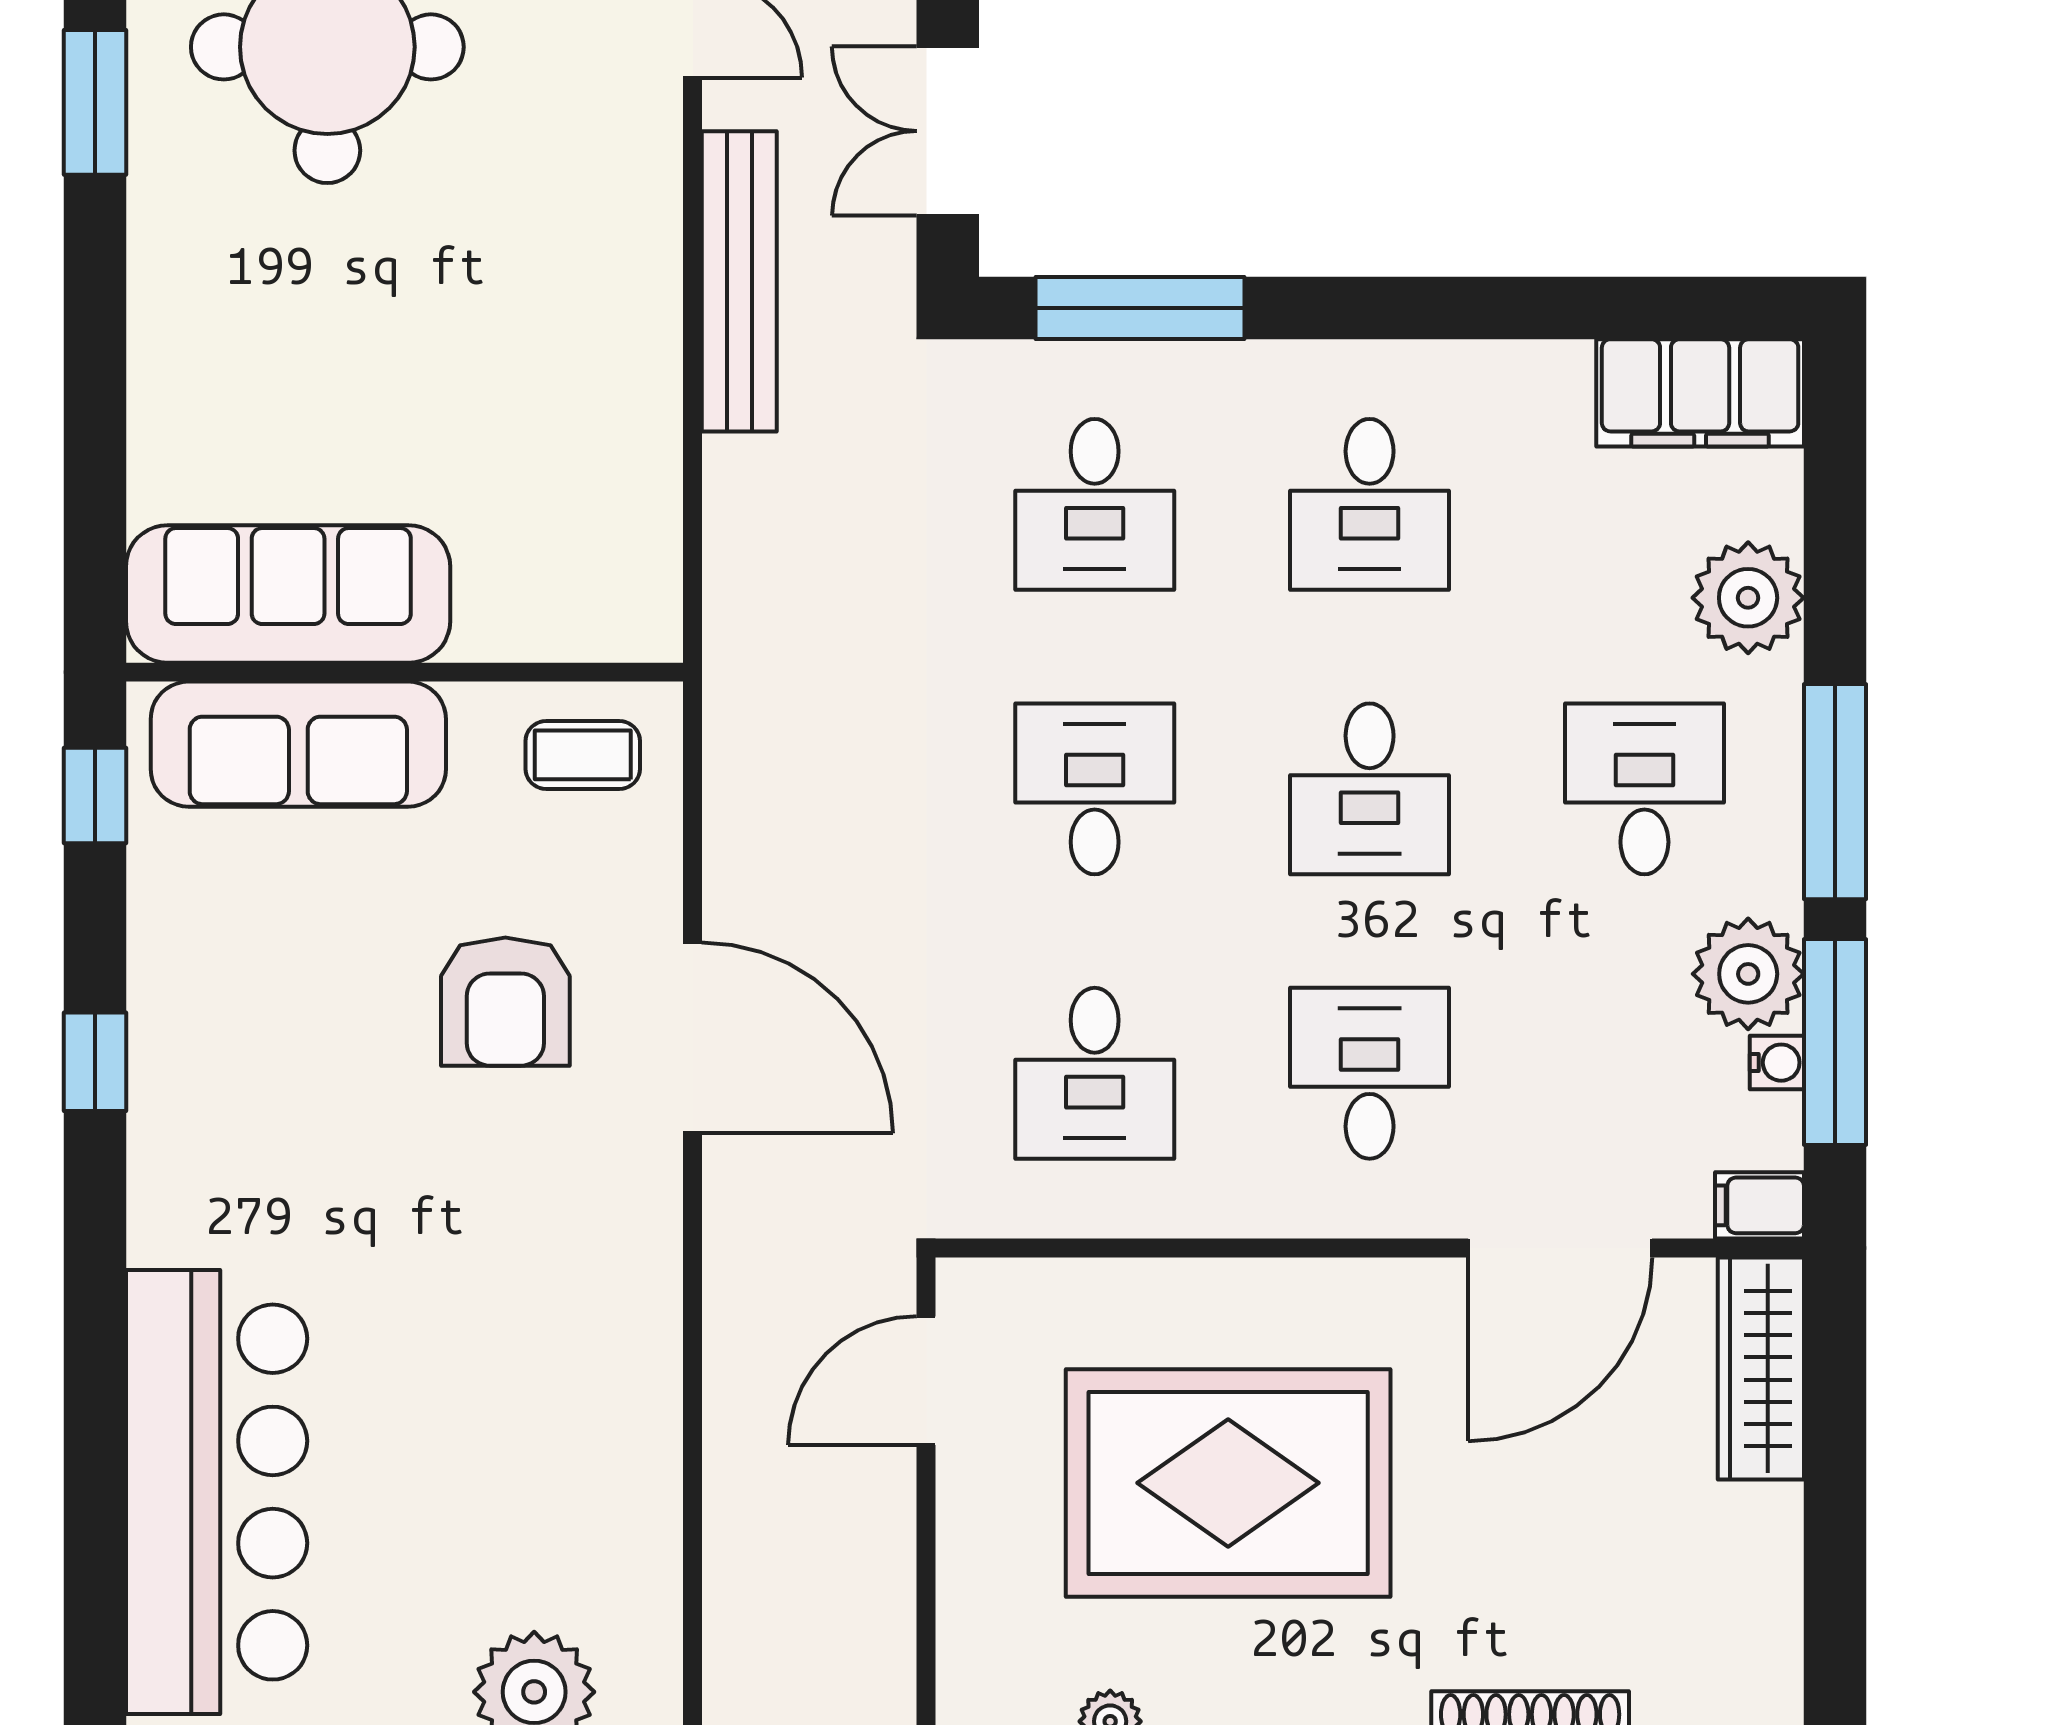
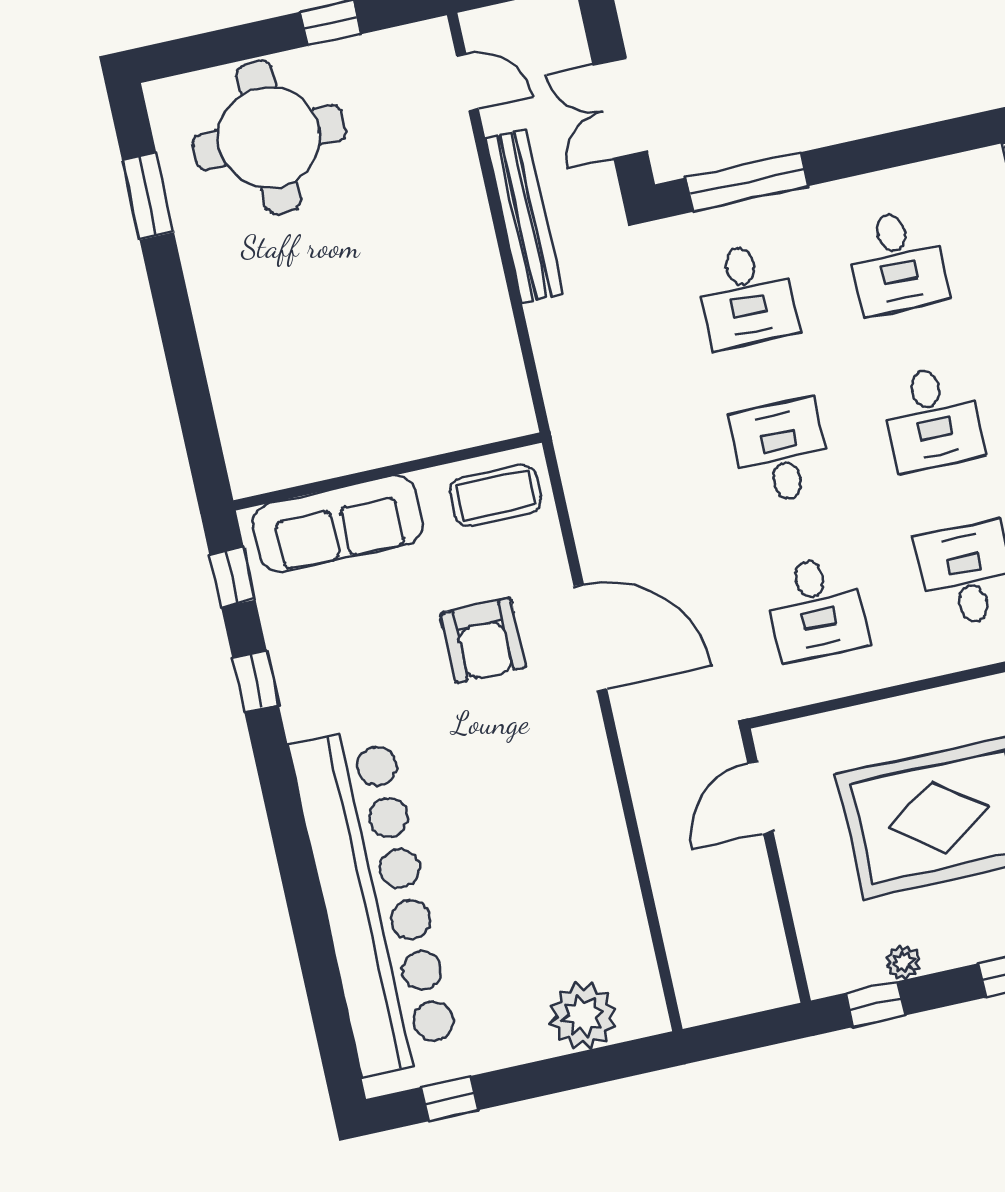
sofa: (288, 594) -> (314, 443), removed
coffee table: (583, 755) -> (496, 495), width x1.36, depth x1.30
window: (95, 1062) -> (256, 681), moved
bar counter: (217, 1492) -> (374, 901), width x1.36

